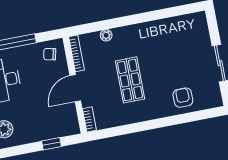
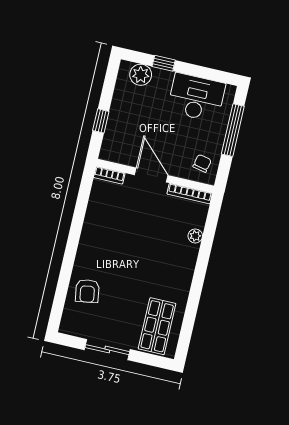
shop shelf: (130, 80) -> (157, 326), moved, turned 90
armchair: (183, 98) -> (87, 291), turned 81

